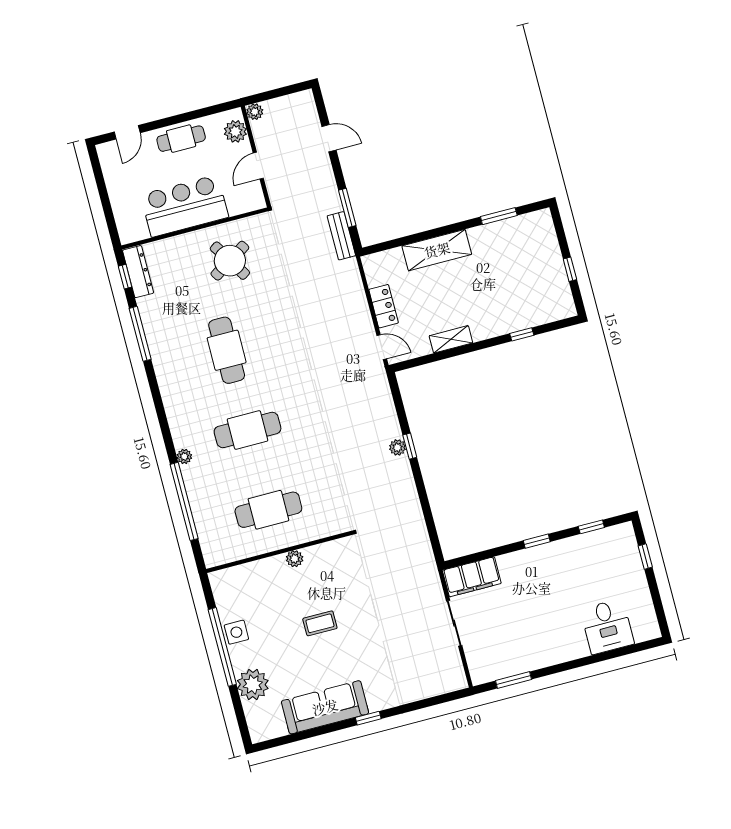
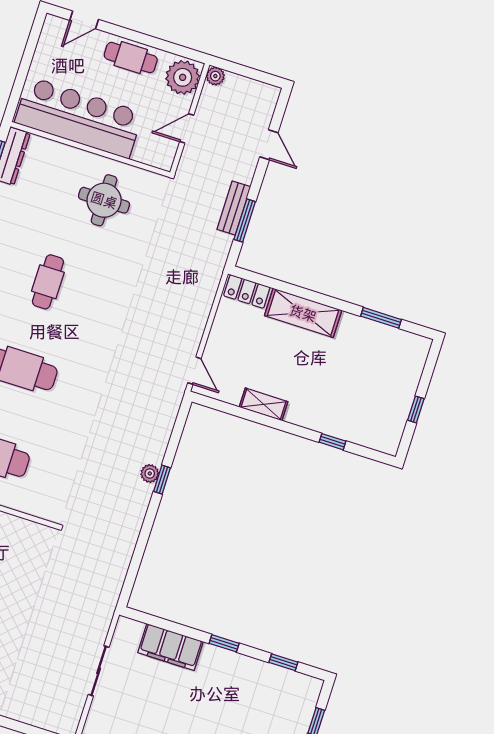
plant: (235, 131) -> (183, 77), width x1.36, depth x1.36
bar counter: (185, 206) -> (79, 118), width x1.36
bench: (341, 236) -> (234, 208), moved
round table: (230, 261) -> (104, 200), turned 32
locker: (384, 306) -> (247, 291), moved, turned 90
cafe table: (227, 350) -> (48, 282), width x0.73, depth x0.74
filing cabinet: (472, 577) -> (170, 647), moved

